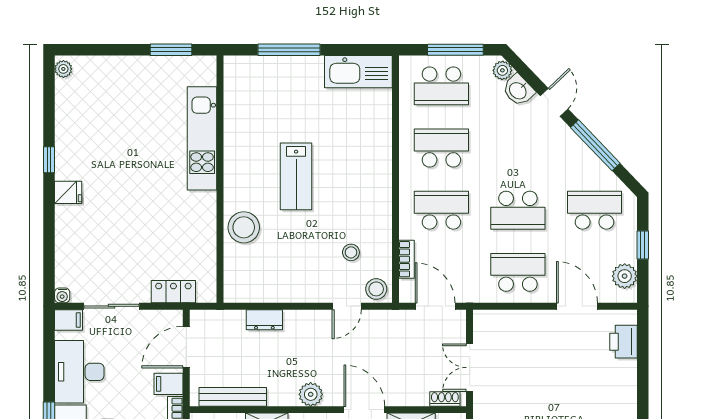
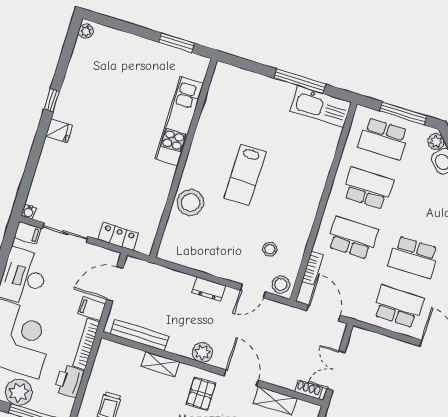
window: (289, 50) -> (300, 81), moved
dresser: (264, 320) -> (209, 289), moved

